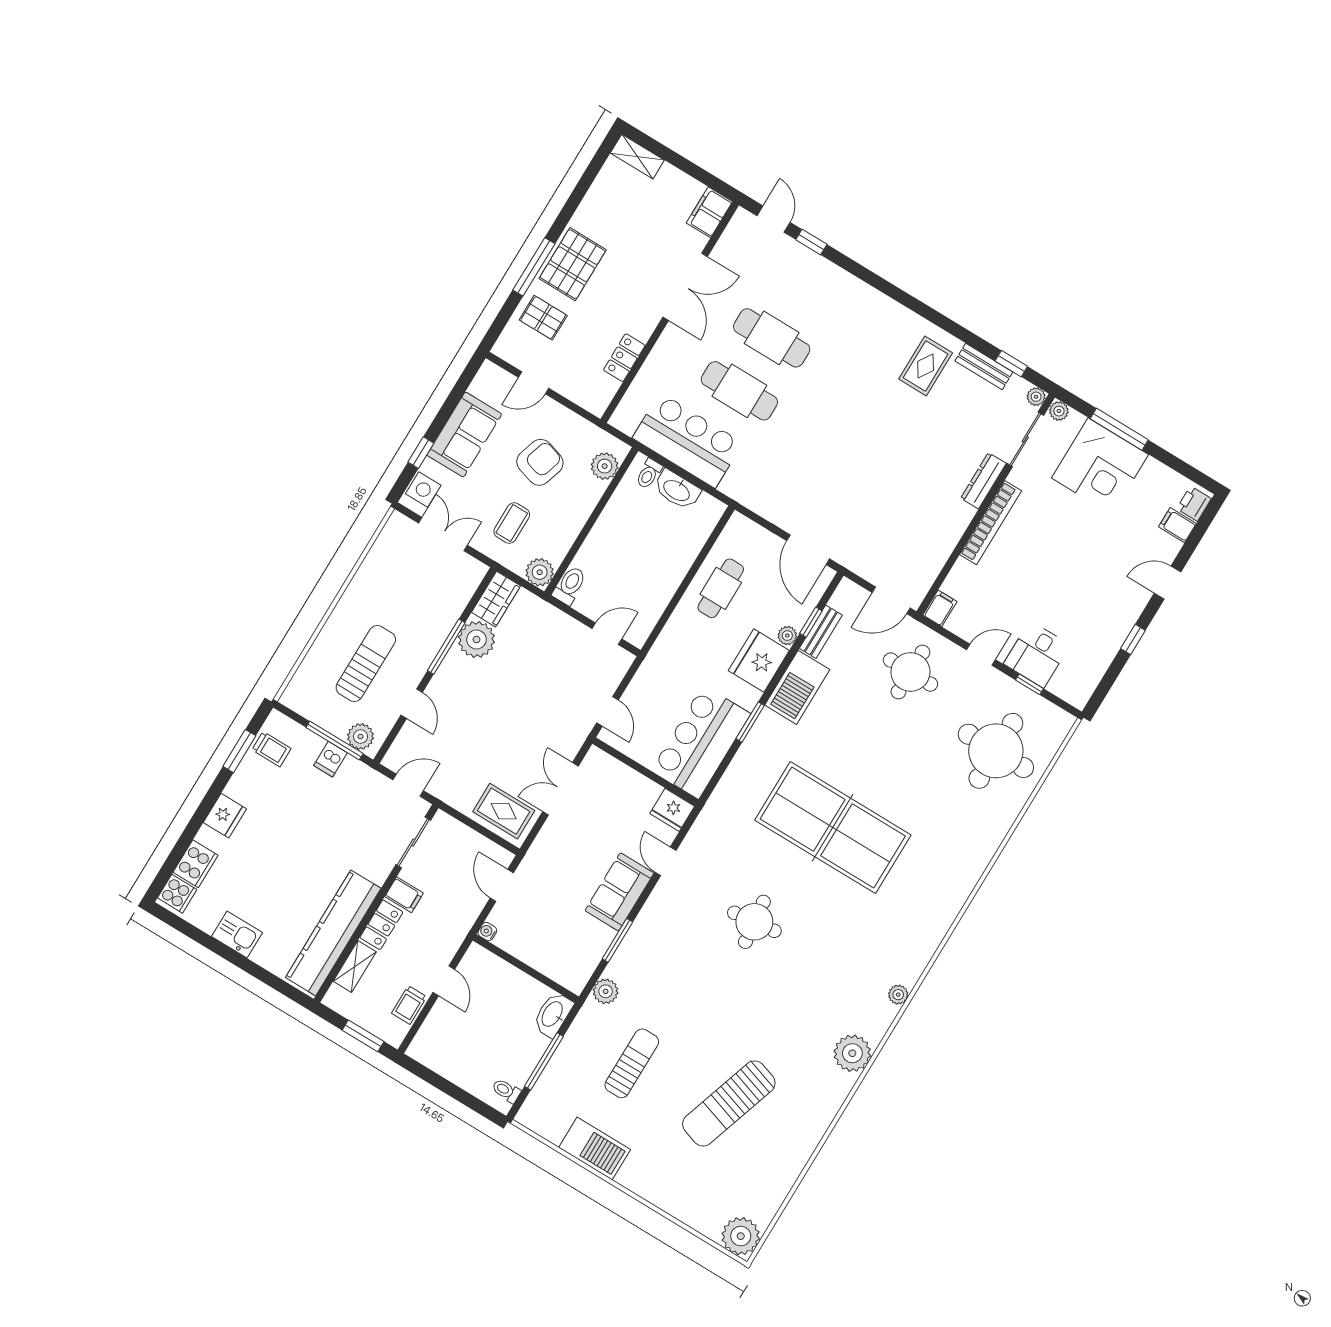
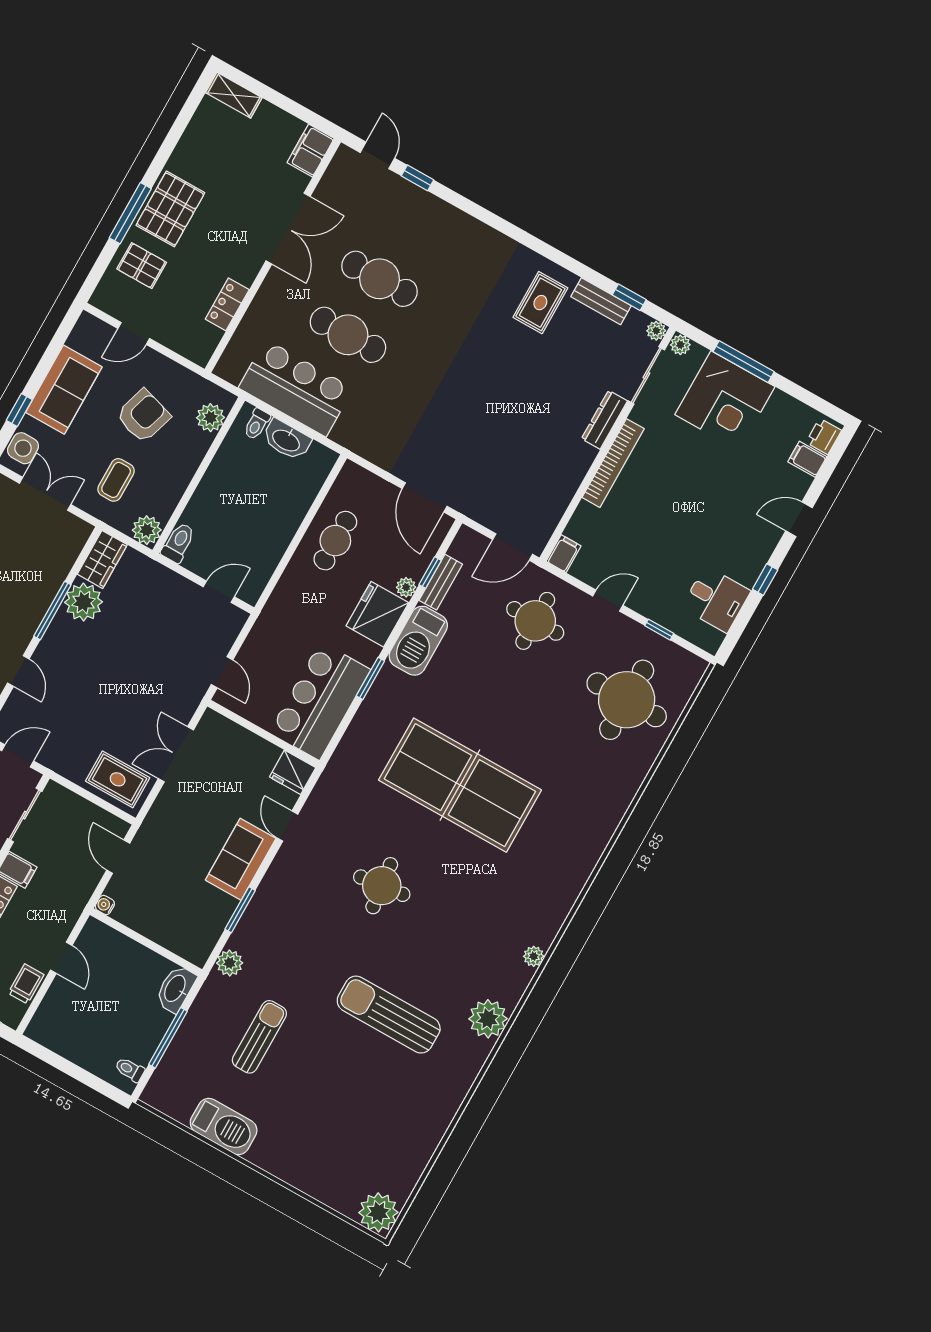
desk: (1037, 654) -> (716, 599), moved, turned -90
trolley: (409, 1005) -> (26, 984), turned 180
sun lounger: (729, 1103) -> (389, 1015), moved, turned 72

